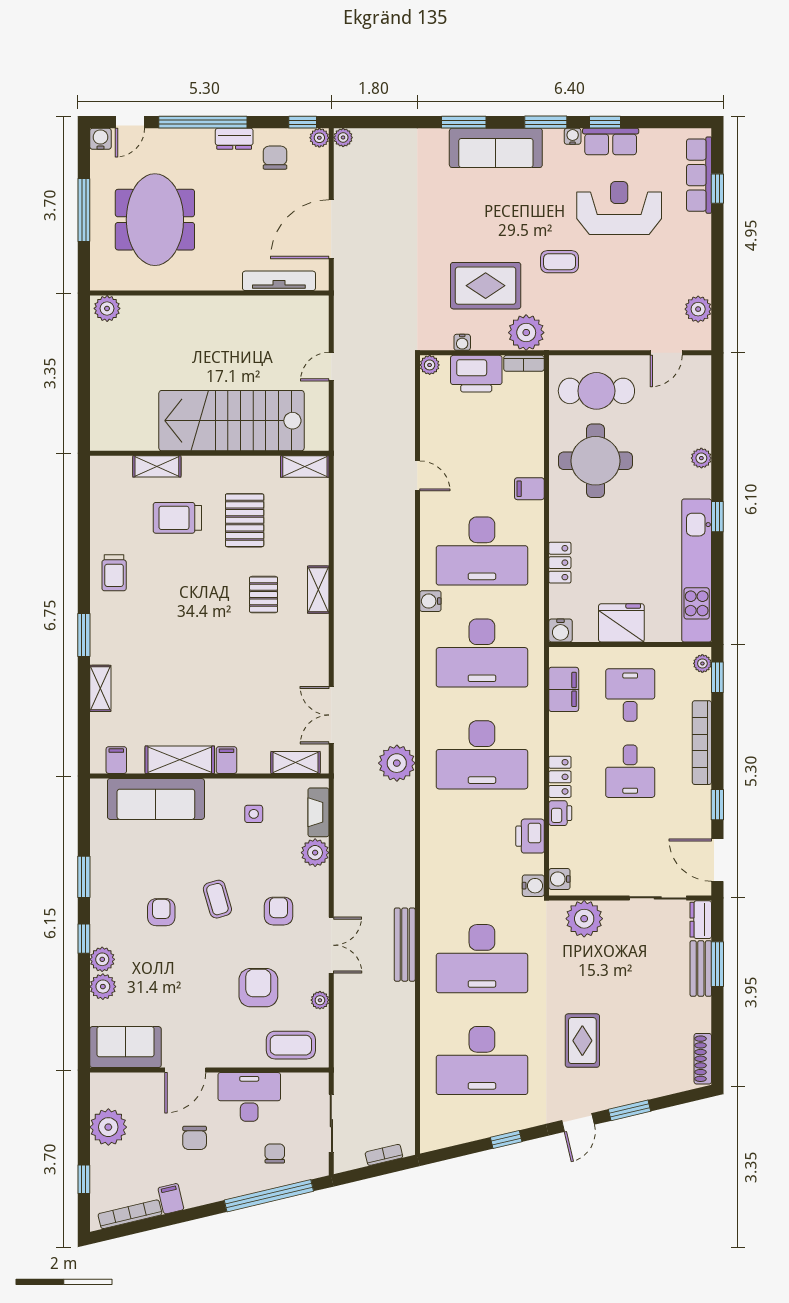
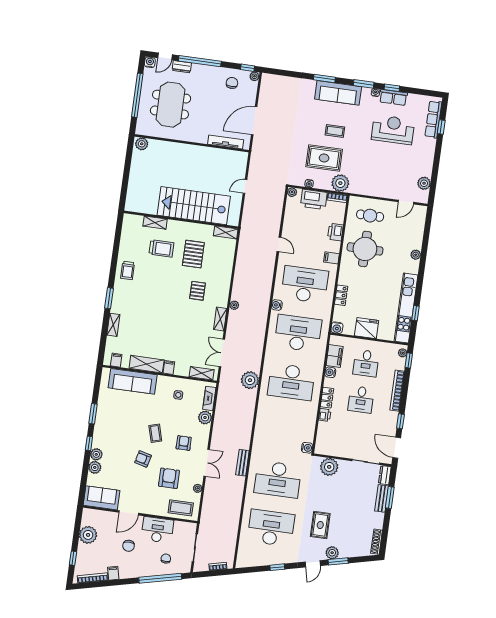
plant: (343, 137) -> (234, 305), moved
dresser: (234, 139) -> (182, 67), moved
window: (84, 210) -> (137, 95), width x1.46
coffee table: (560, 262) -> (335, 131), moved
cafe table: (596, 391) -> (370, 216), width x0.73, depth x0.74
window: (717, 517) -> (415, 313), moved
trolley: (177, 518) -> (161, 248), turned 180
desk: (482, 551) -> (305, 285), turned 180
shelving: (318, 590) -> (220, 319), moved
desk: (482, 653) -> (298, 333), turned 180
desk: (630, 695) -> (366, 363), turned 180
printer: (530, 836) -> (335, 232), moved
water cooler: (559, 879) -> (330, 372), moved
armchair: (161, 912) -> (143, 459), moved, turned -76
bench: (405, 945) -> (242, 463), width x0.73
desk: (482, 1061) -> (271, 528), turned 180
plant: (615, 1094) -> (332, 553), added

